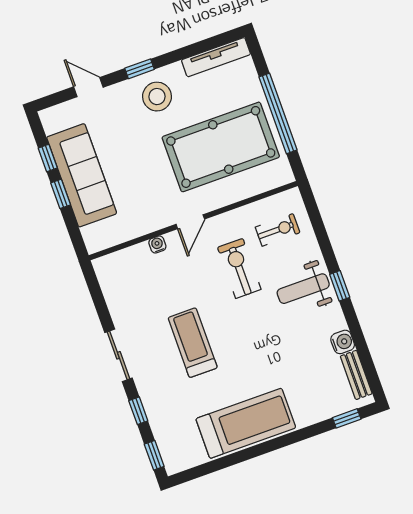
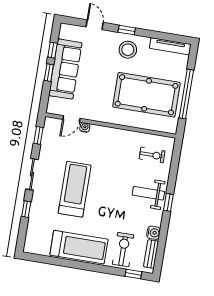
door: (190, 222) -> (71, 119), moved
exercise bike: (239, 268) -> (123, 250), moved
treadmill: (193, 343) -> (75, 189), width x1.37, depth x1.38
window: (154, 455) -> (38, 135), moved

